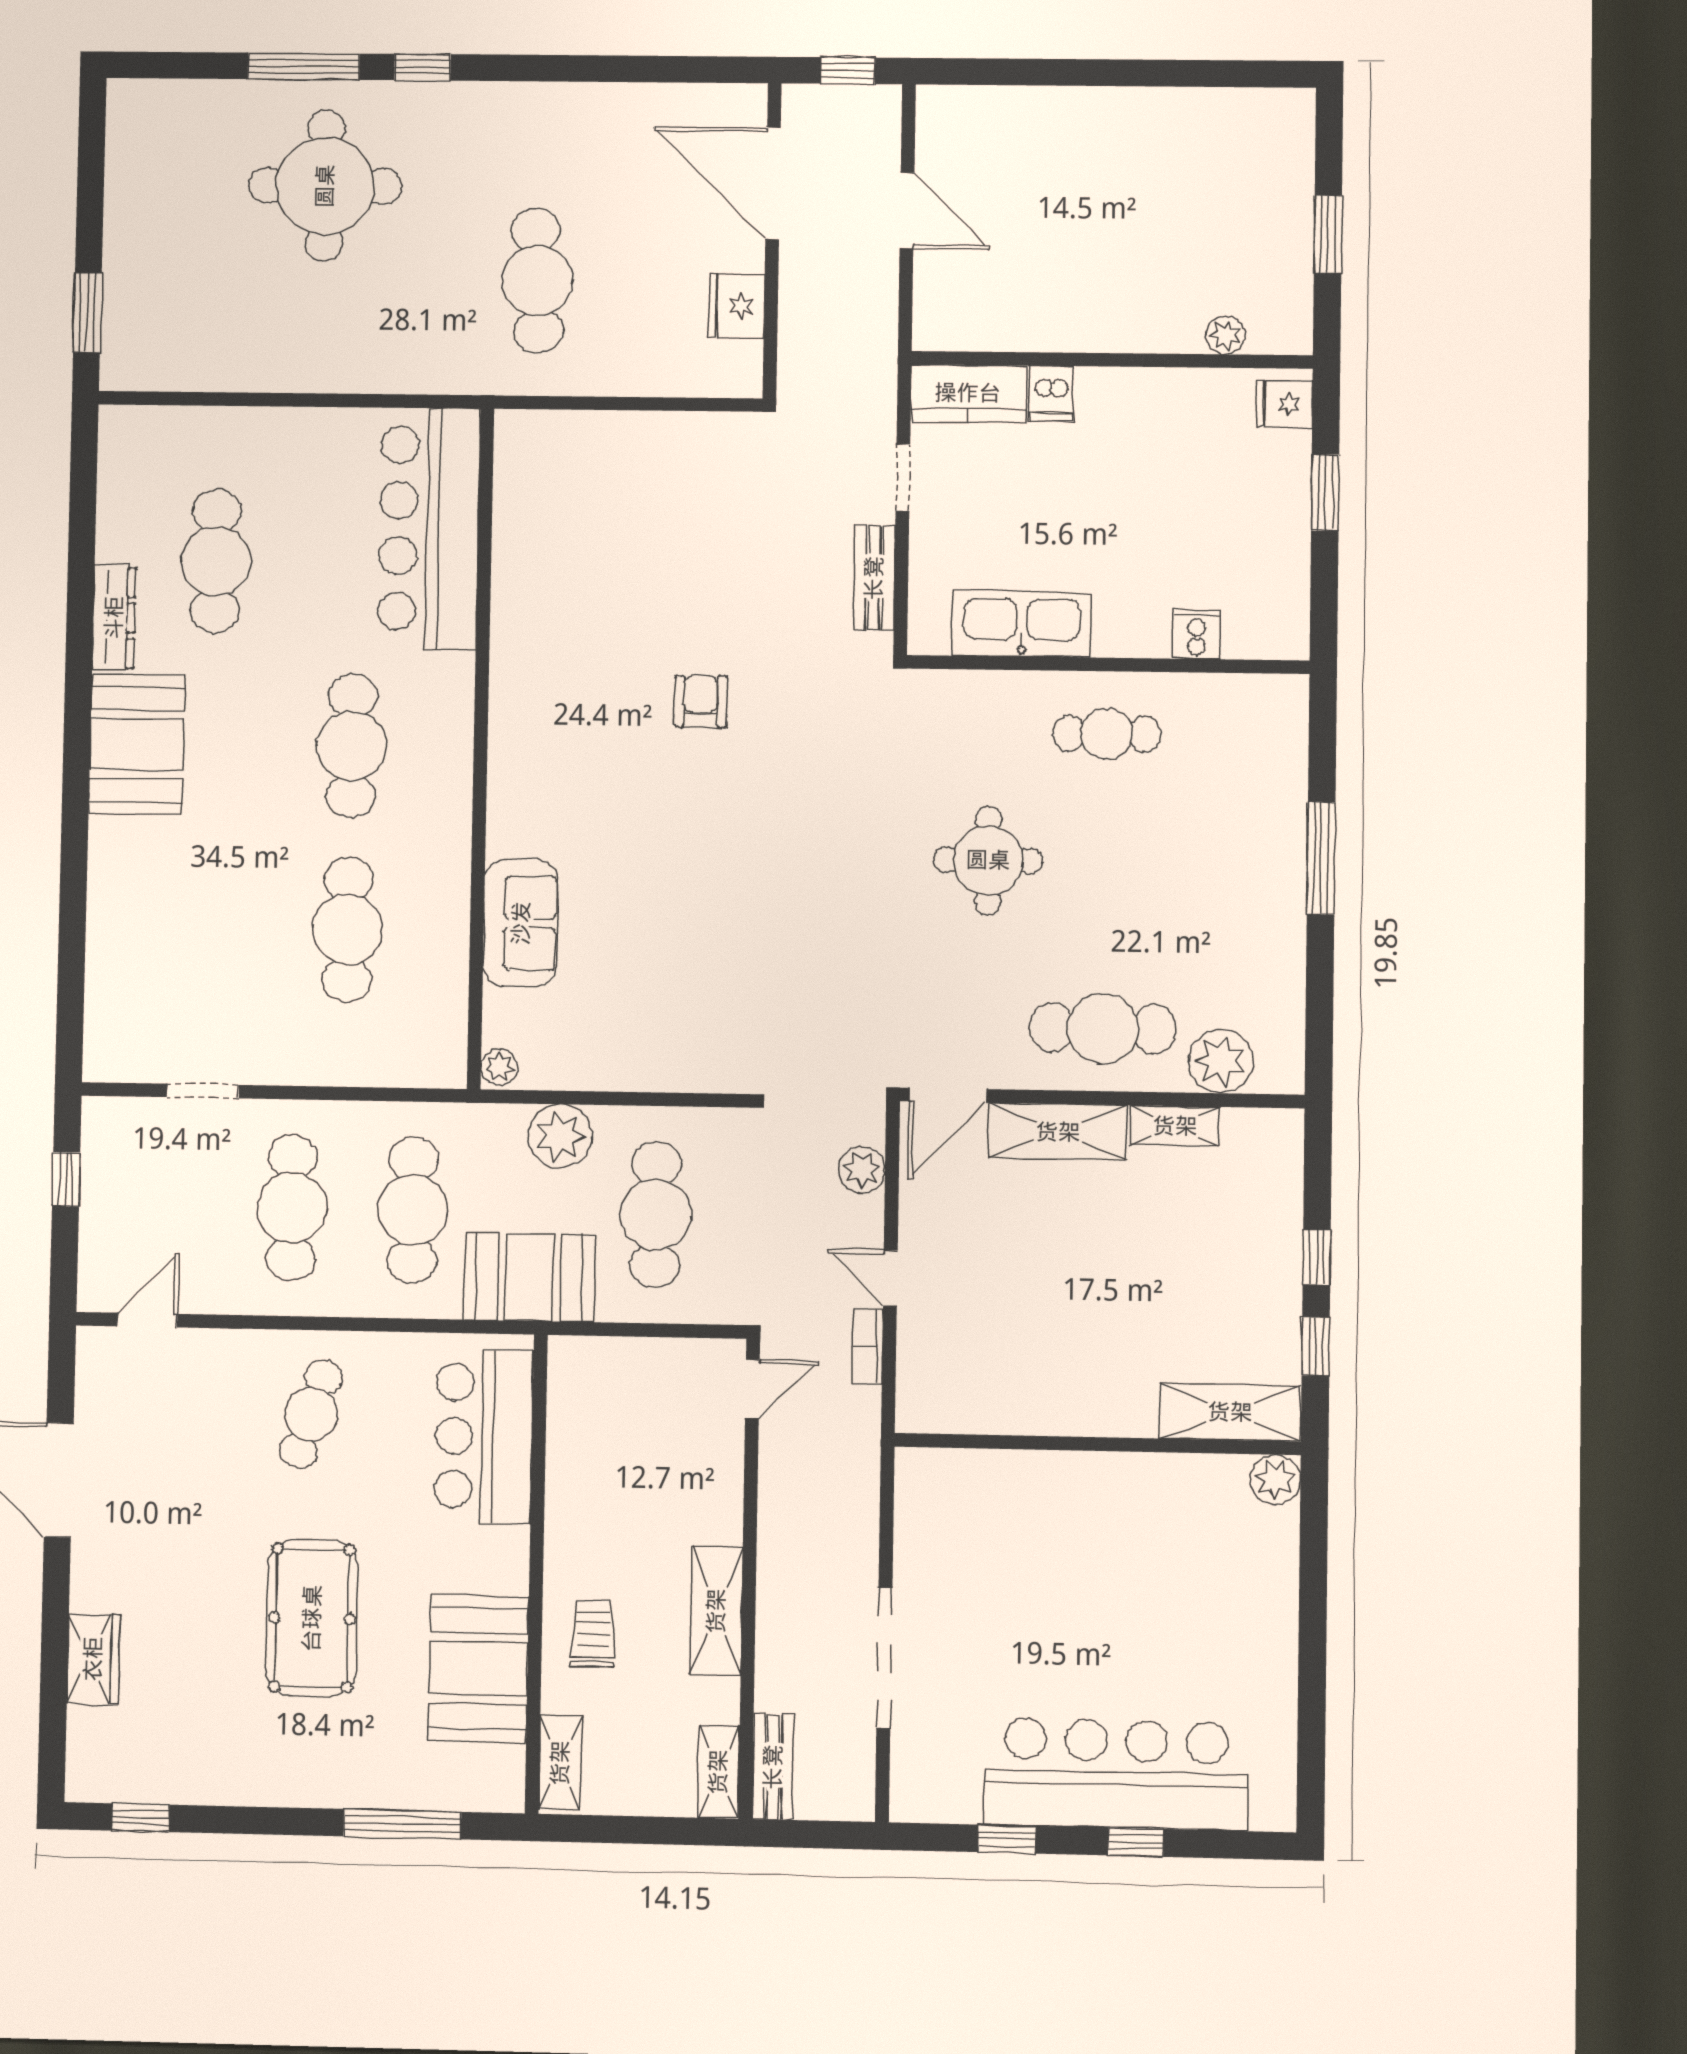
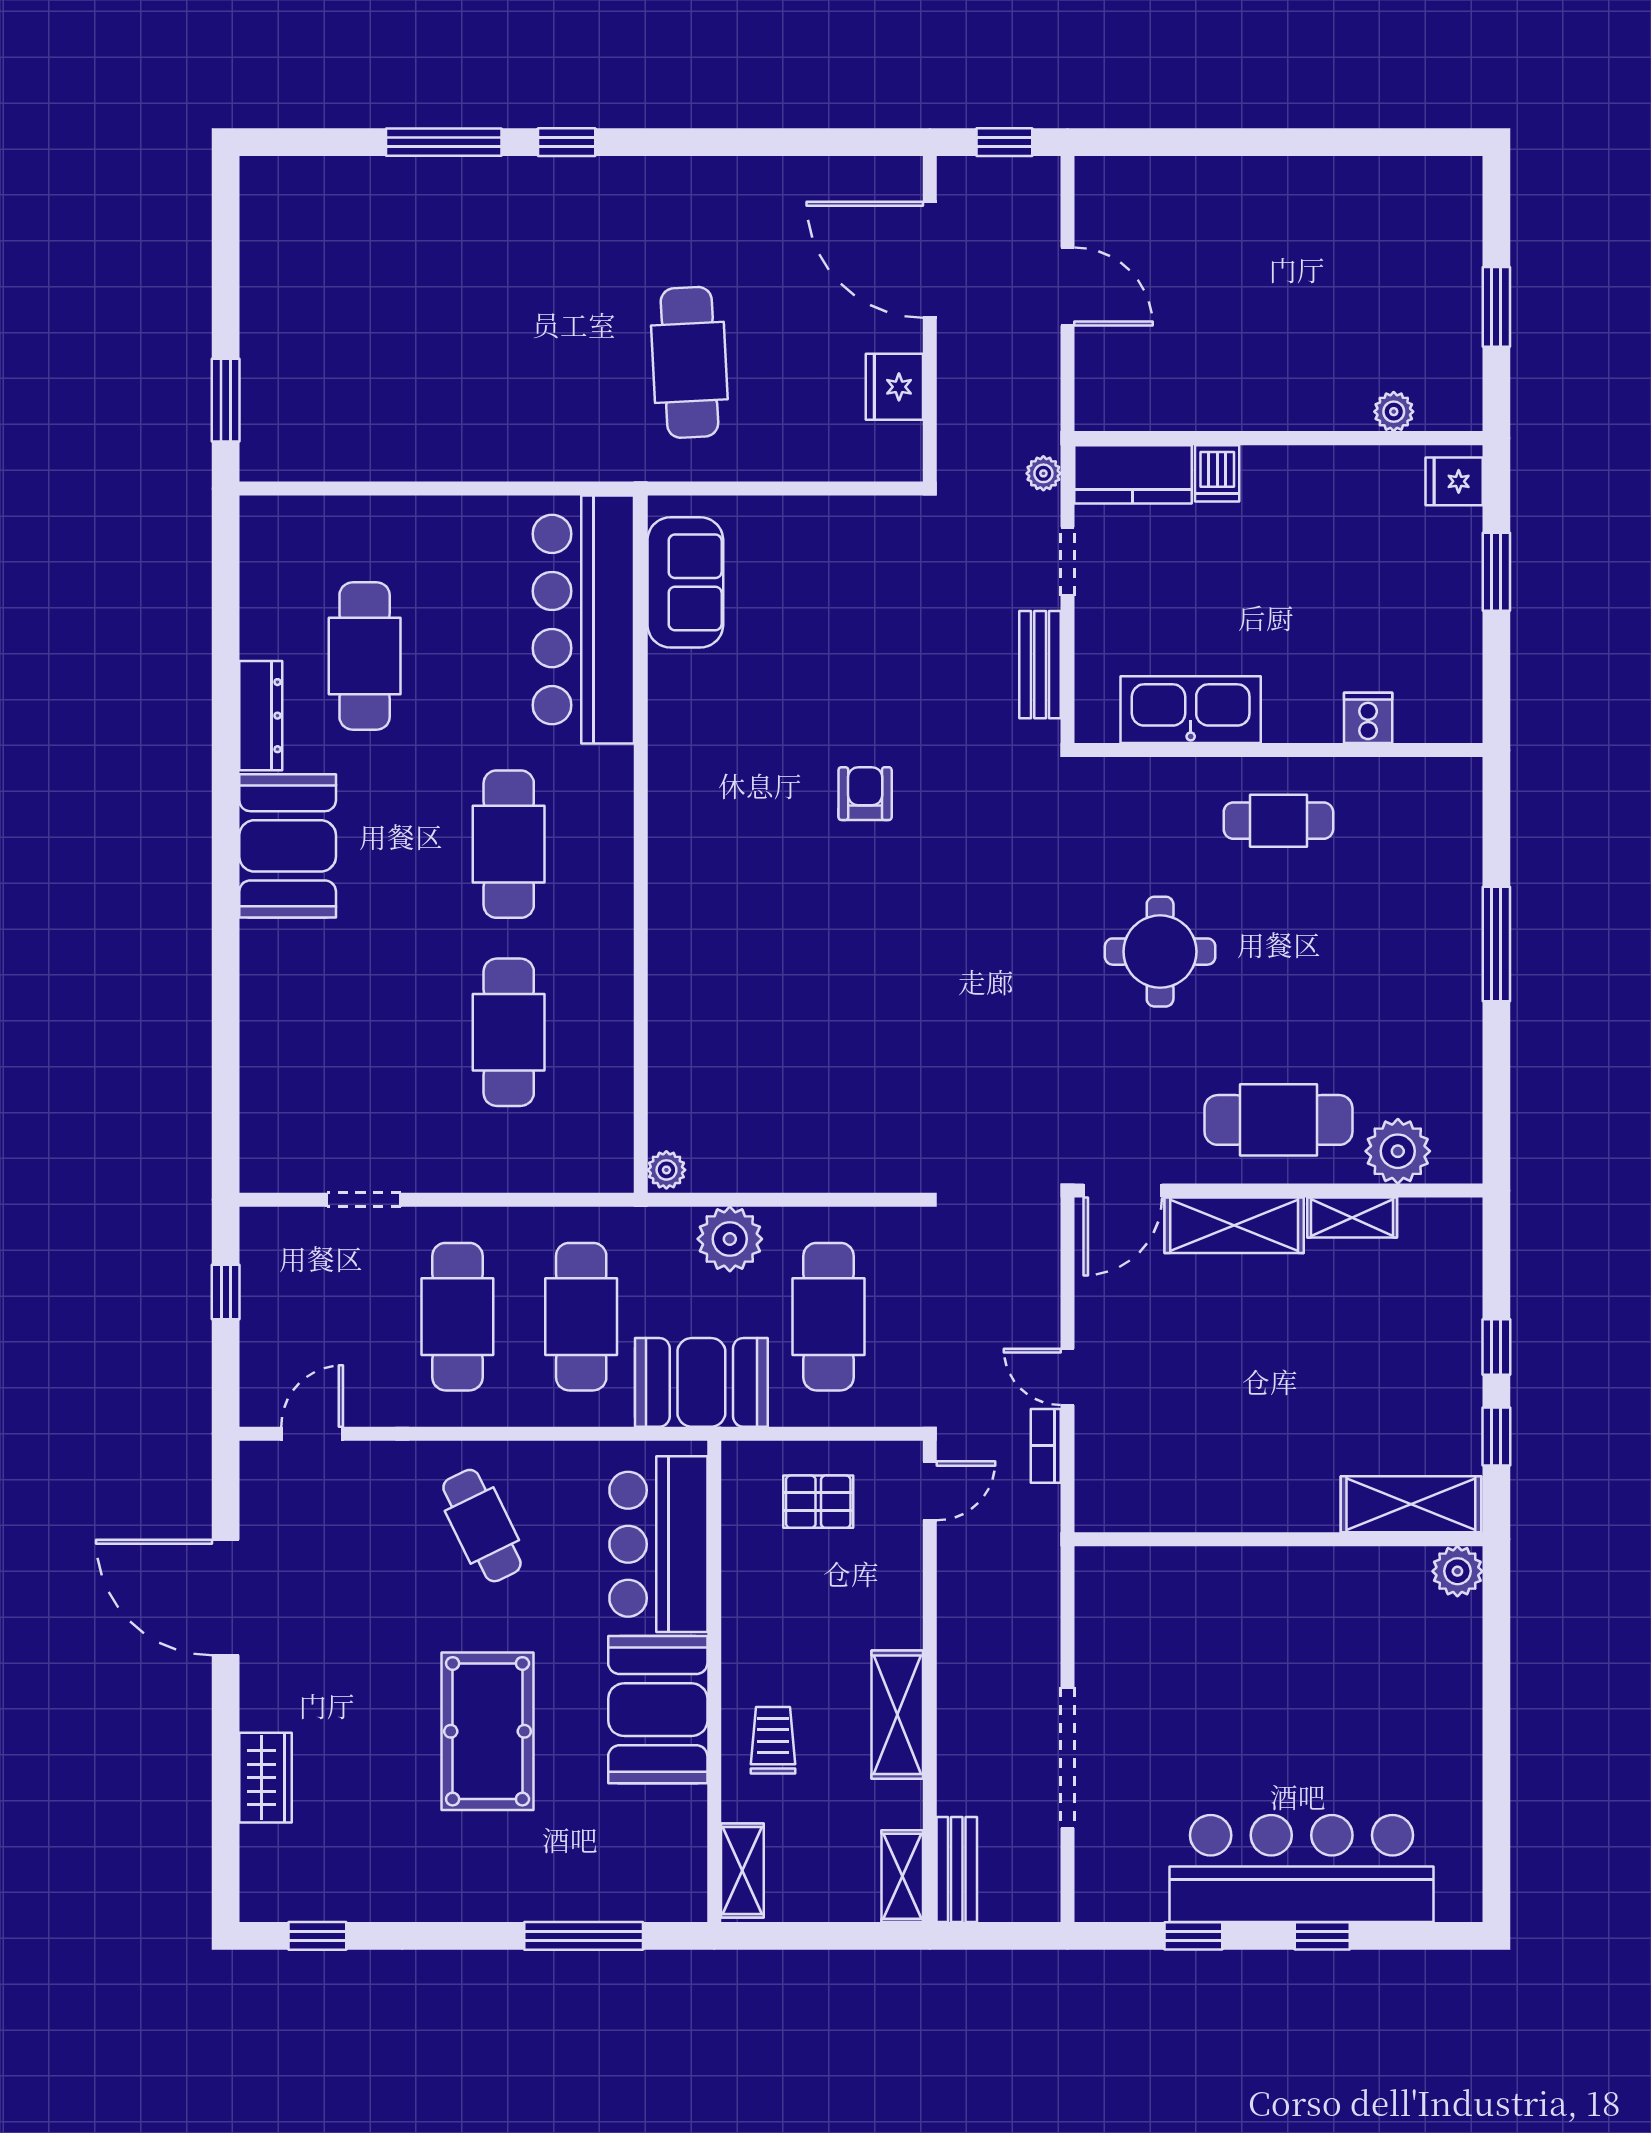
round table: (325, 186) -> (469, 266), removed
sofa: (521, 923) -> (685, 582), moved
plant: (862, 1170) -> (1043, 473), moved, width x0.73, depth x0.73
pallet: (642, 1397) -> (818, 1502), added
cafe table: (311, 1414) -> (482, 1526), turned -44
booth: (479, 1669) -> (658, 1710), moved

